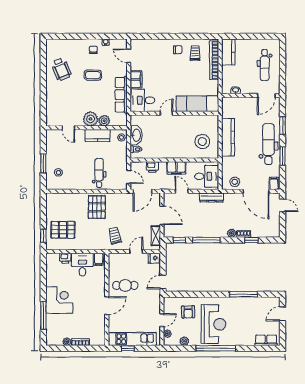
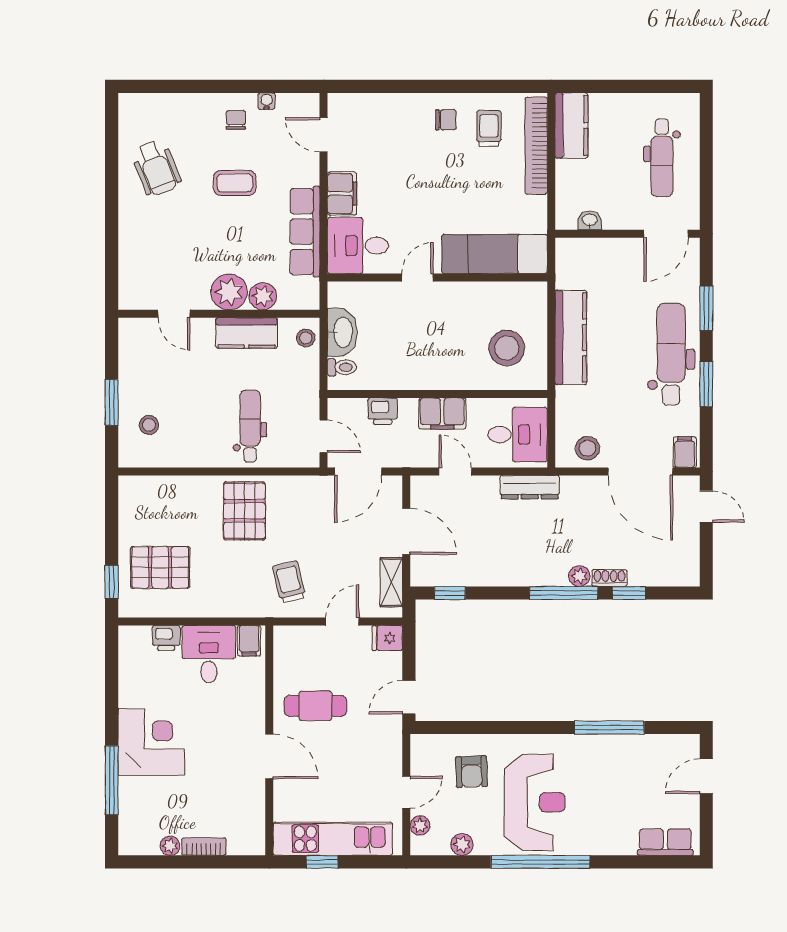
window: (206, 240) -> (564, 593), moved
door: (107, 306) -> (269, 756), hinge flipped

